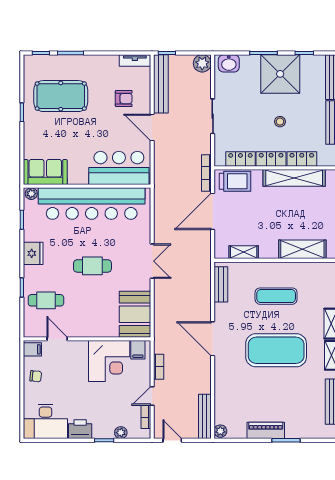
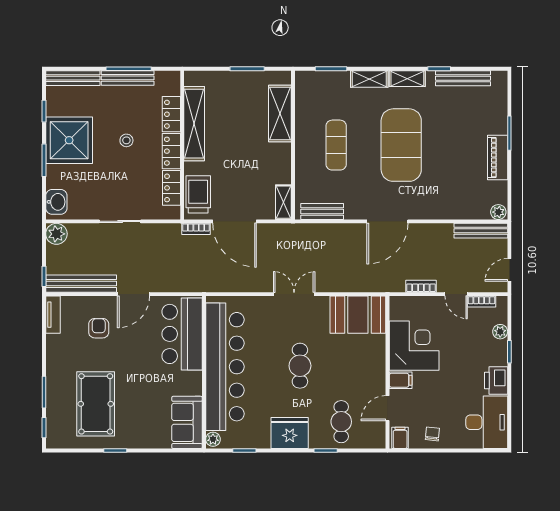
bookcase: (206, 173) -> (196, 229), width x0.64
shelving: (244, 252) -> (283, 202), moved
fridge: (33, 253) -> (290, 433), width x1.36, depth x1.34
filing cabinet: (138, 350) -> (401, 380), moved

